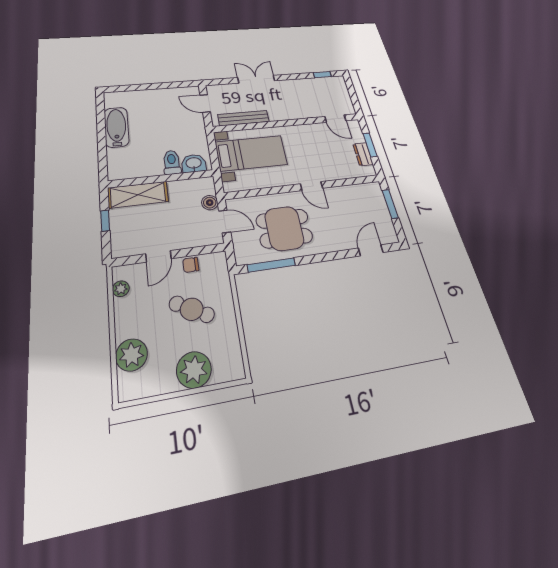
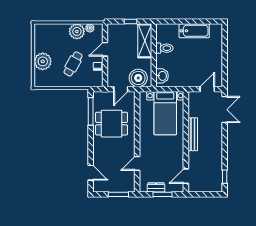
double door: (256, 79) -> (225, 110), moved
bench: (243, 118) -> (193, 134), moved
toilet: (172, 162) -> (164, 48), moved
door: (311, 186) -> (137, 163), moved
boiler: (210, 203) -> (138, 78), width x1.86, depth x1.86
dining table: (284, 228) -> (112, 124), turned 90
door: (158, 256) -> (105, 49), hinge flipped
plant: (132, 355) -> (77, 31), moved

